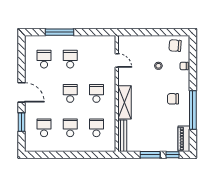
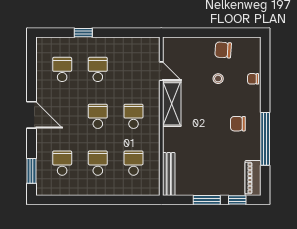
window: (60, 32) -> (83, 33), width x0.46
chair: (175, 46) -> (223, 50), moved
shelving: (124, 102) -> (172, 104), moved
window: (22, 122) -> (32, 171), moved

